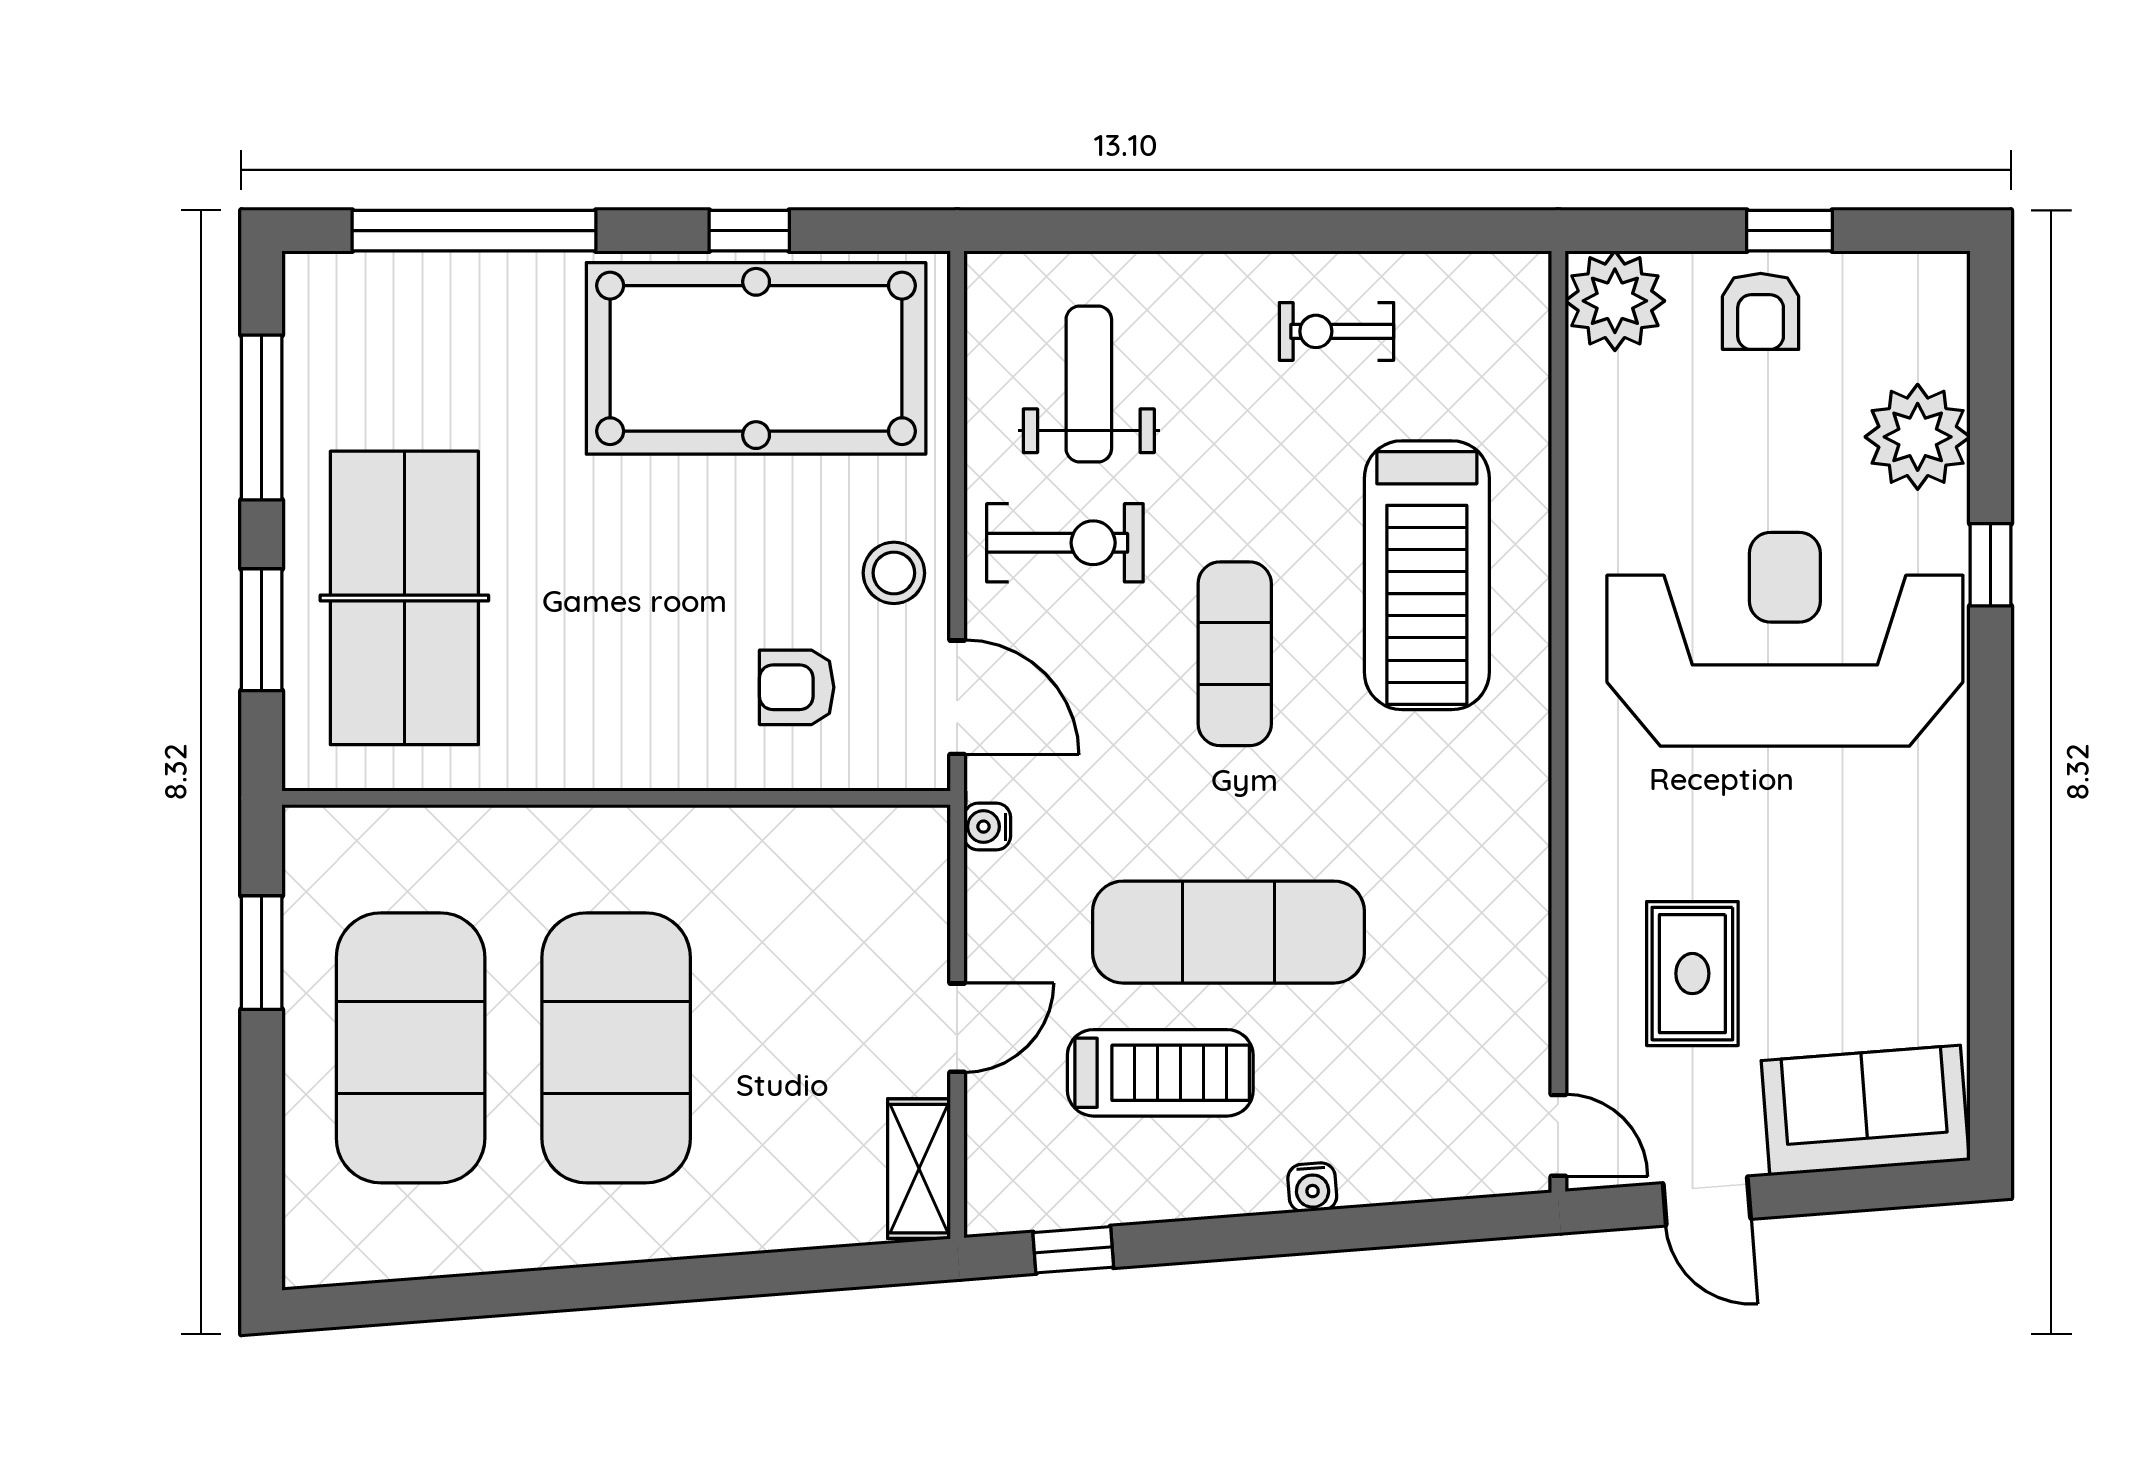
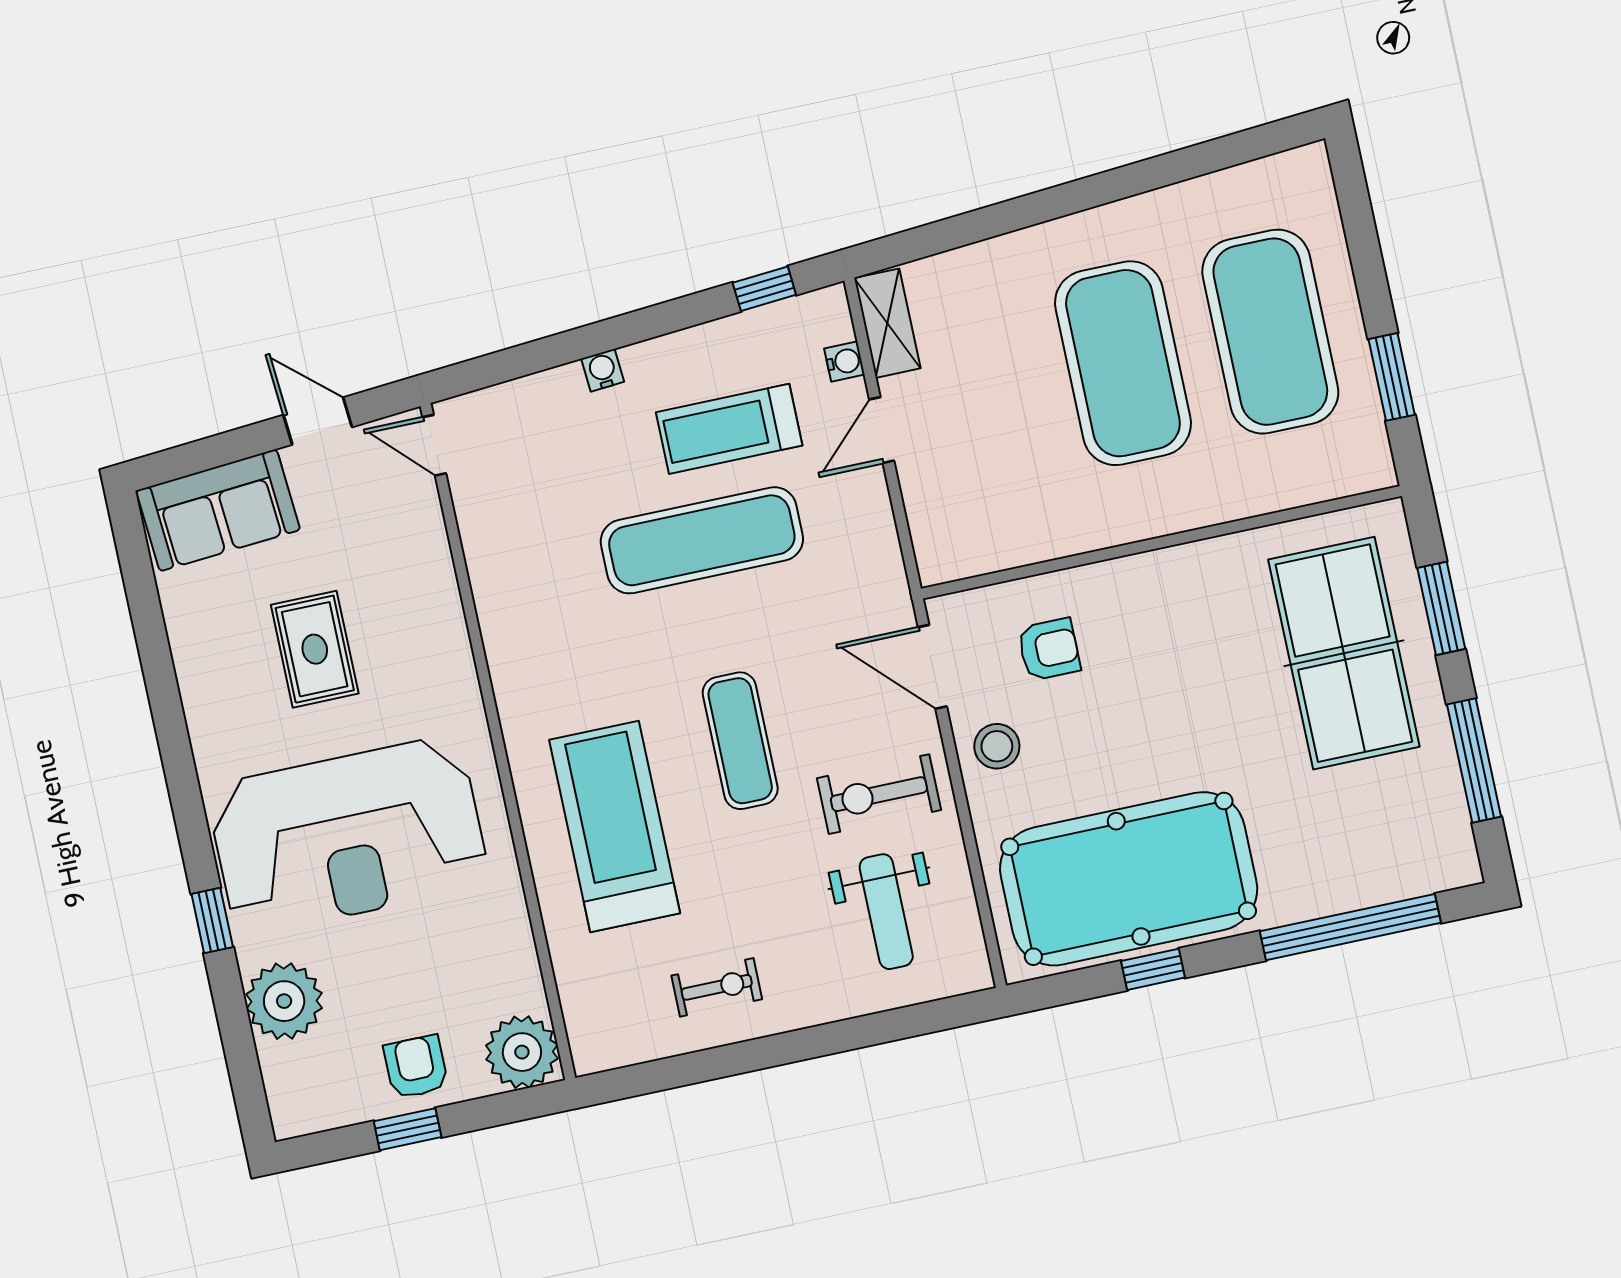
water cooler: (987, 827) -> (844, 361), moved
rug: (1692, 974) -> (315, 649), moved

